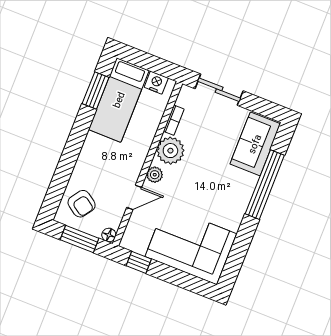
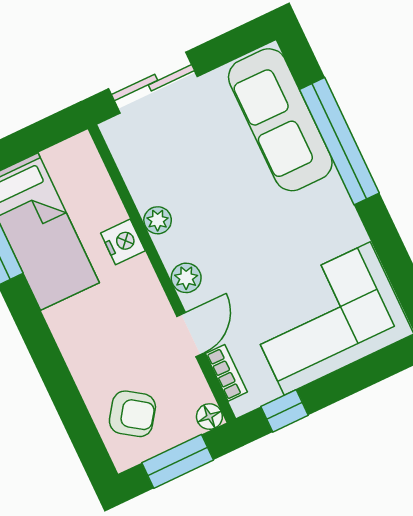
nightstand: (156, 83) -> (123, 242), moved, turned 90
bookcase: (174, 120) -> (226, 373), moved
sofa: (255, 144) -> (280, 120), width x1.36
plant: (170, 151) -> (158, 220), width x0.53, depth x0.53

